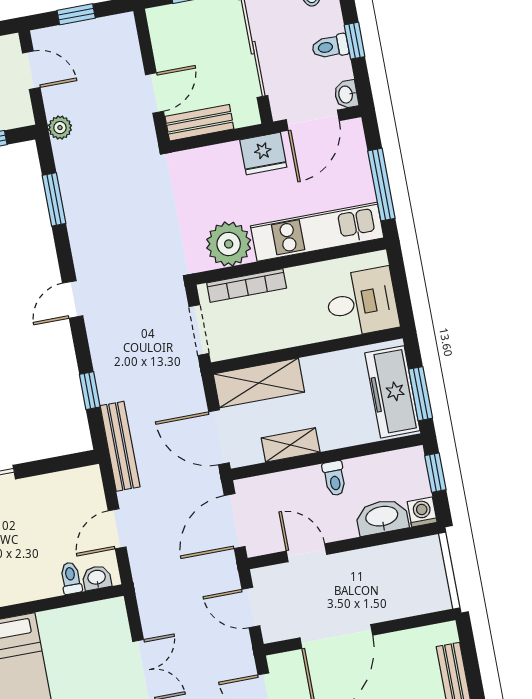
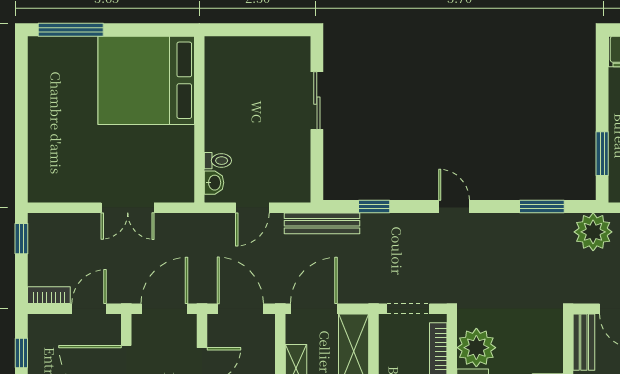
plant: (60, 128) -> (593, 232), width x1.88, depth x1.88
door: (117, 529) -> (252, 208), swing flipped
door: (251, 608) -> (164, 309), width x1.38

